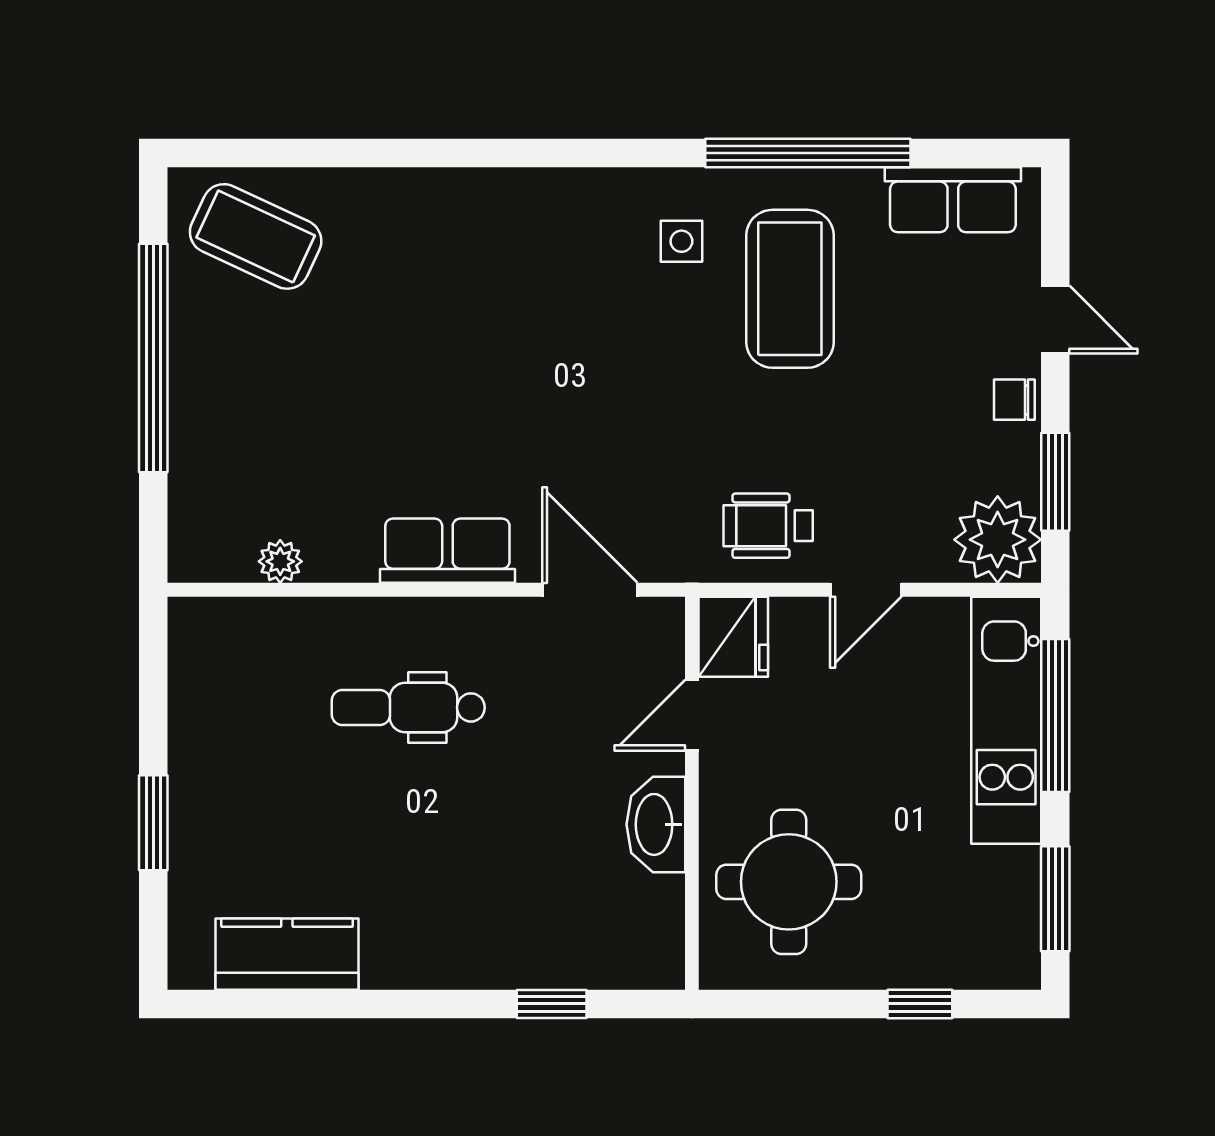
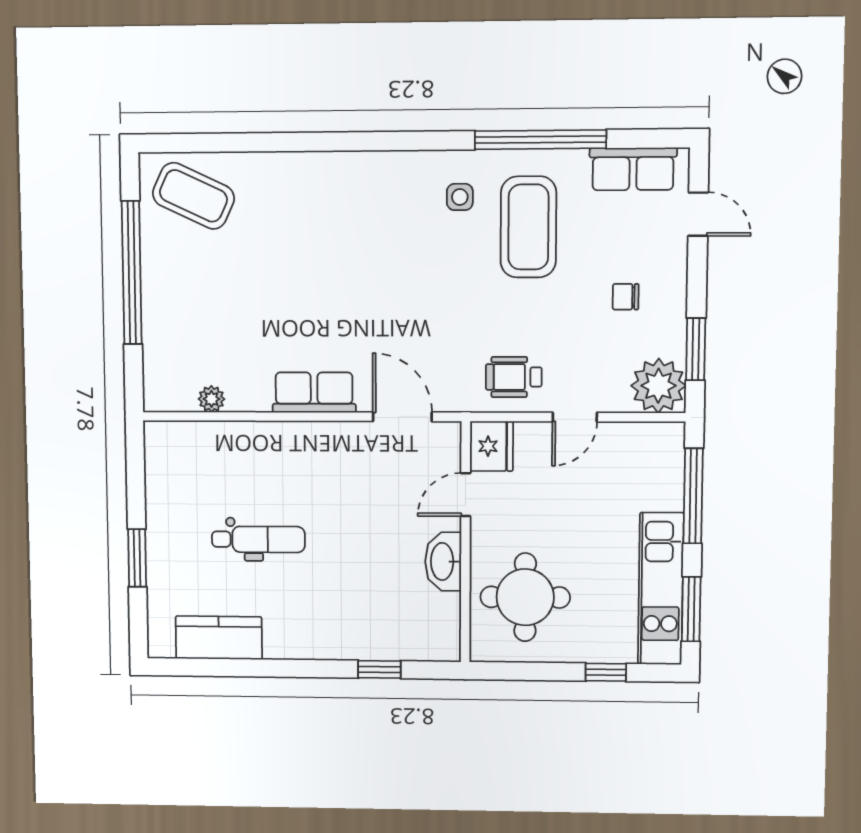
door: (1055, 320) -> (698, 214), moved
chair: (1014, 400) -> (626, 297), moved
dental chair: (408, 707) -> (258, 539), moved, turned 180
kitchen unit: (1006, 720) -> (661, 589), moved

